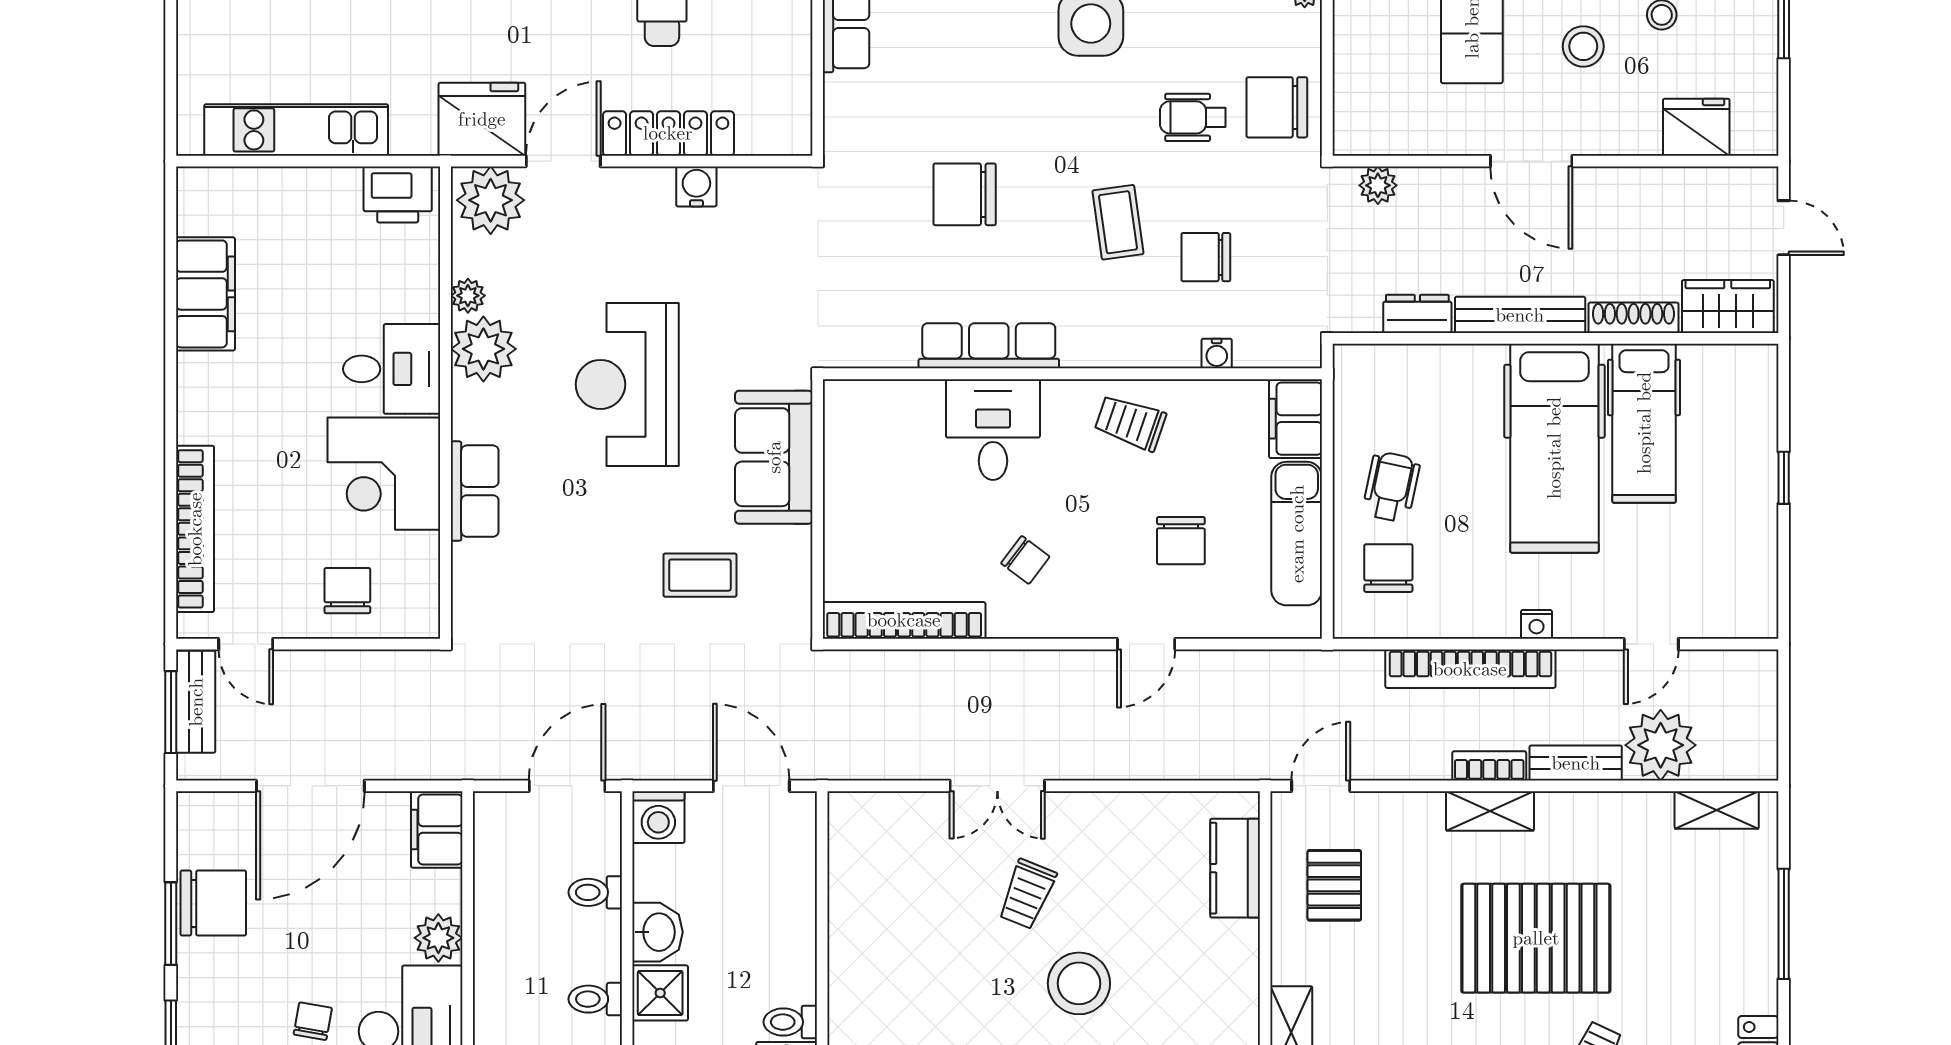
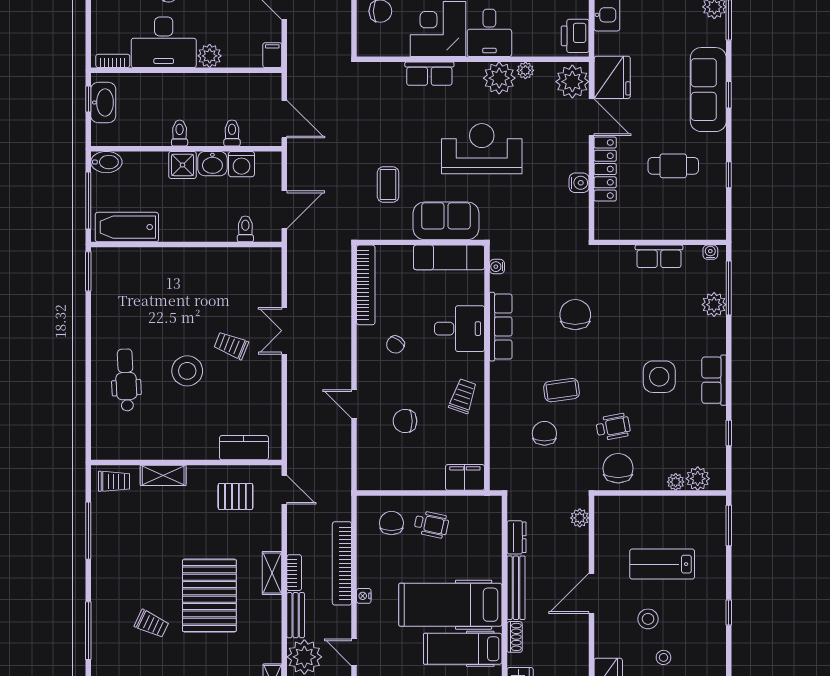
wheelchair: (1193, 117) -> (613, 427), turned 79
shoe rack: (1634, 318) -> (515, 637), width x0.70
water cooler: (1217, 354) -> (497, 267), moved
exam couch: (1297, 534) -> (449, 257), moved, turned 180
chair: (1388, 568) -> (391, 523), turned -90
washing machine: (658, 817) -> (242, 164), moved, turned -90
filing cabinet: (437, 829) -> (272, 55), width x0.50
toilet: (790, 1022) -> (245, 229), moved

